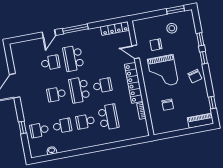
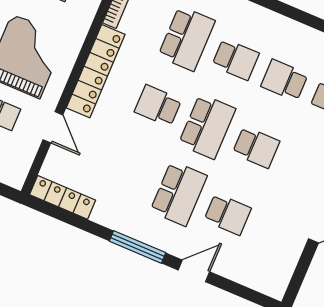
school desk: (50, 63) -> (228, 214), turned 180
school desk: (108, 117) -> (187, 39), turned 180

